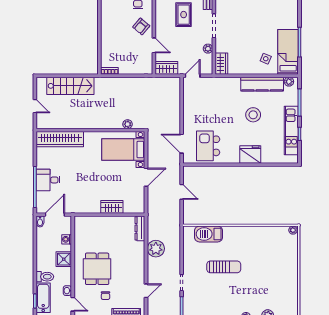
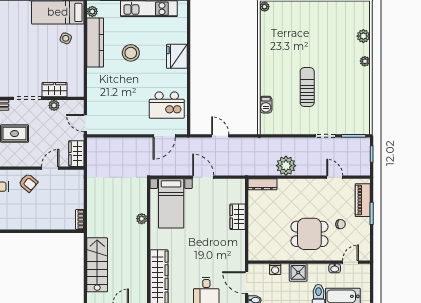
wardrobe: (221, 64) -> (55, 90), moved
plant: (128, 124) -> (142, 219), moved
door: (182, 192) -> (220, 136), hinge flipped
barbecue: (209, 234) -> (266, 105), width x0.53, depth x0.65

